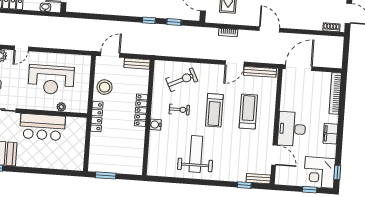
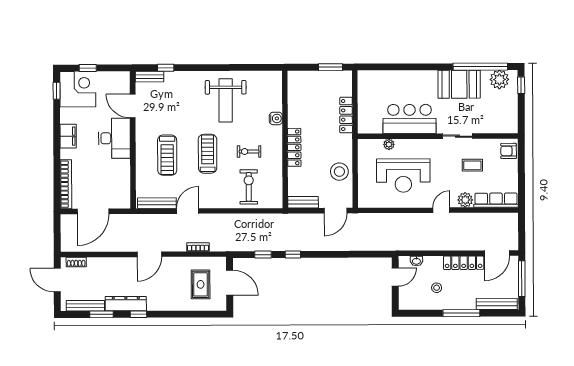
door: (269, 29) -> (149, 254), hinge flipped
door: (299, 68) -> (93, 211), moved
reception desk: (51, 80) -> (403, 176), turned 180
exercise bike: (182, 80) -> (249, 187), turned 116
locker: (97, 117) -> (346, 115), moved
water cooler: (156, 125) -> (276, 118), moved

